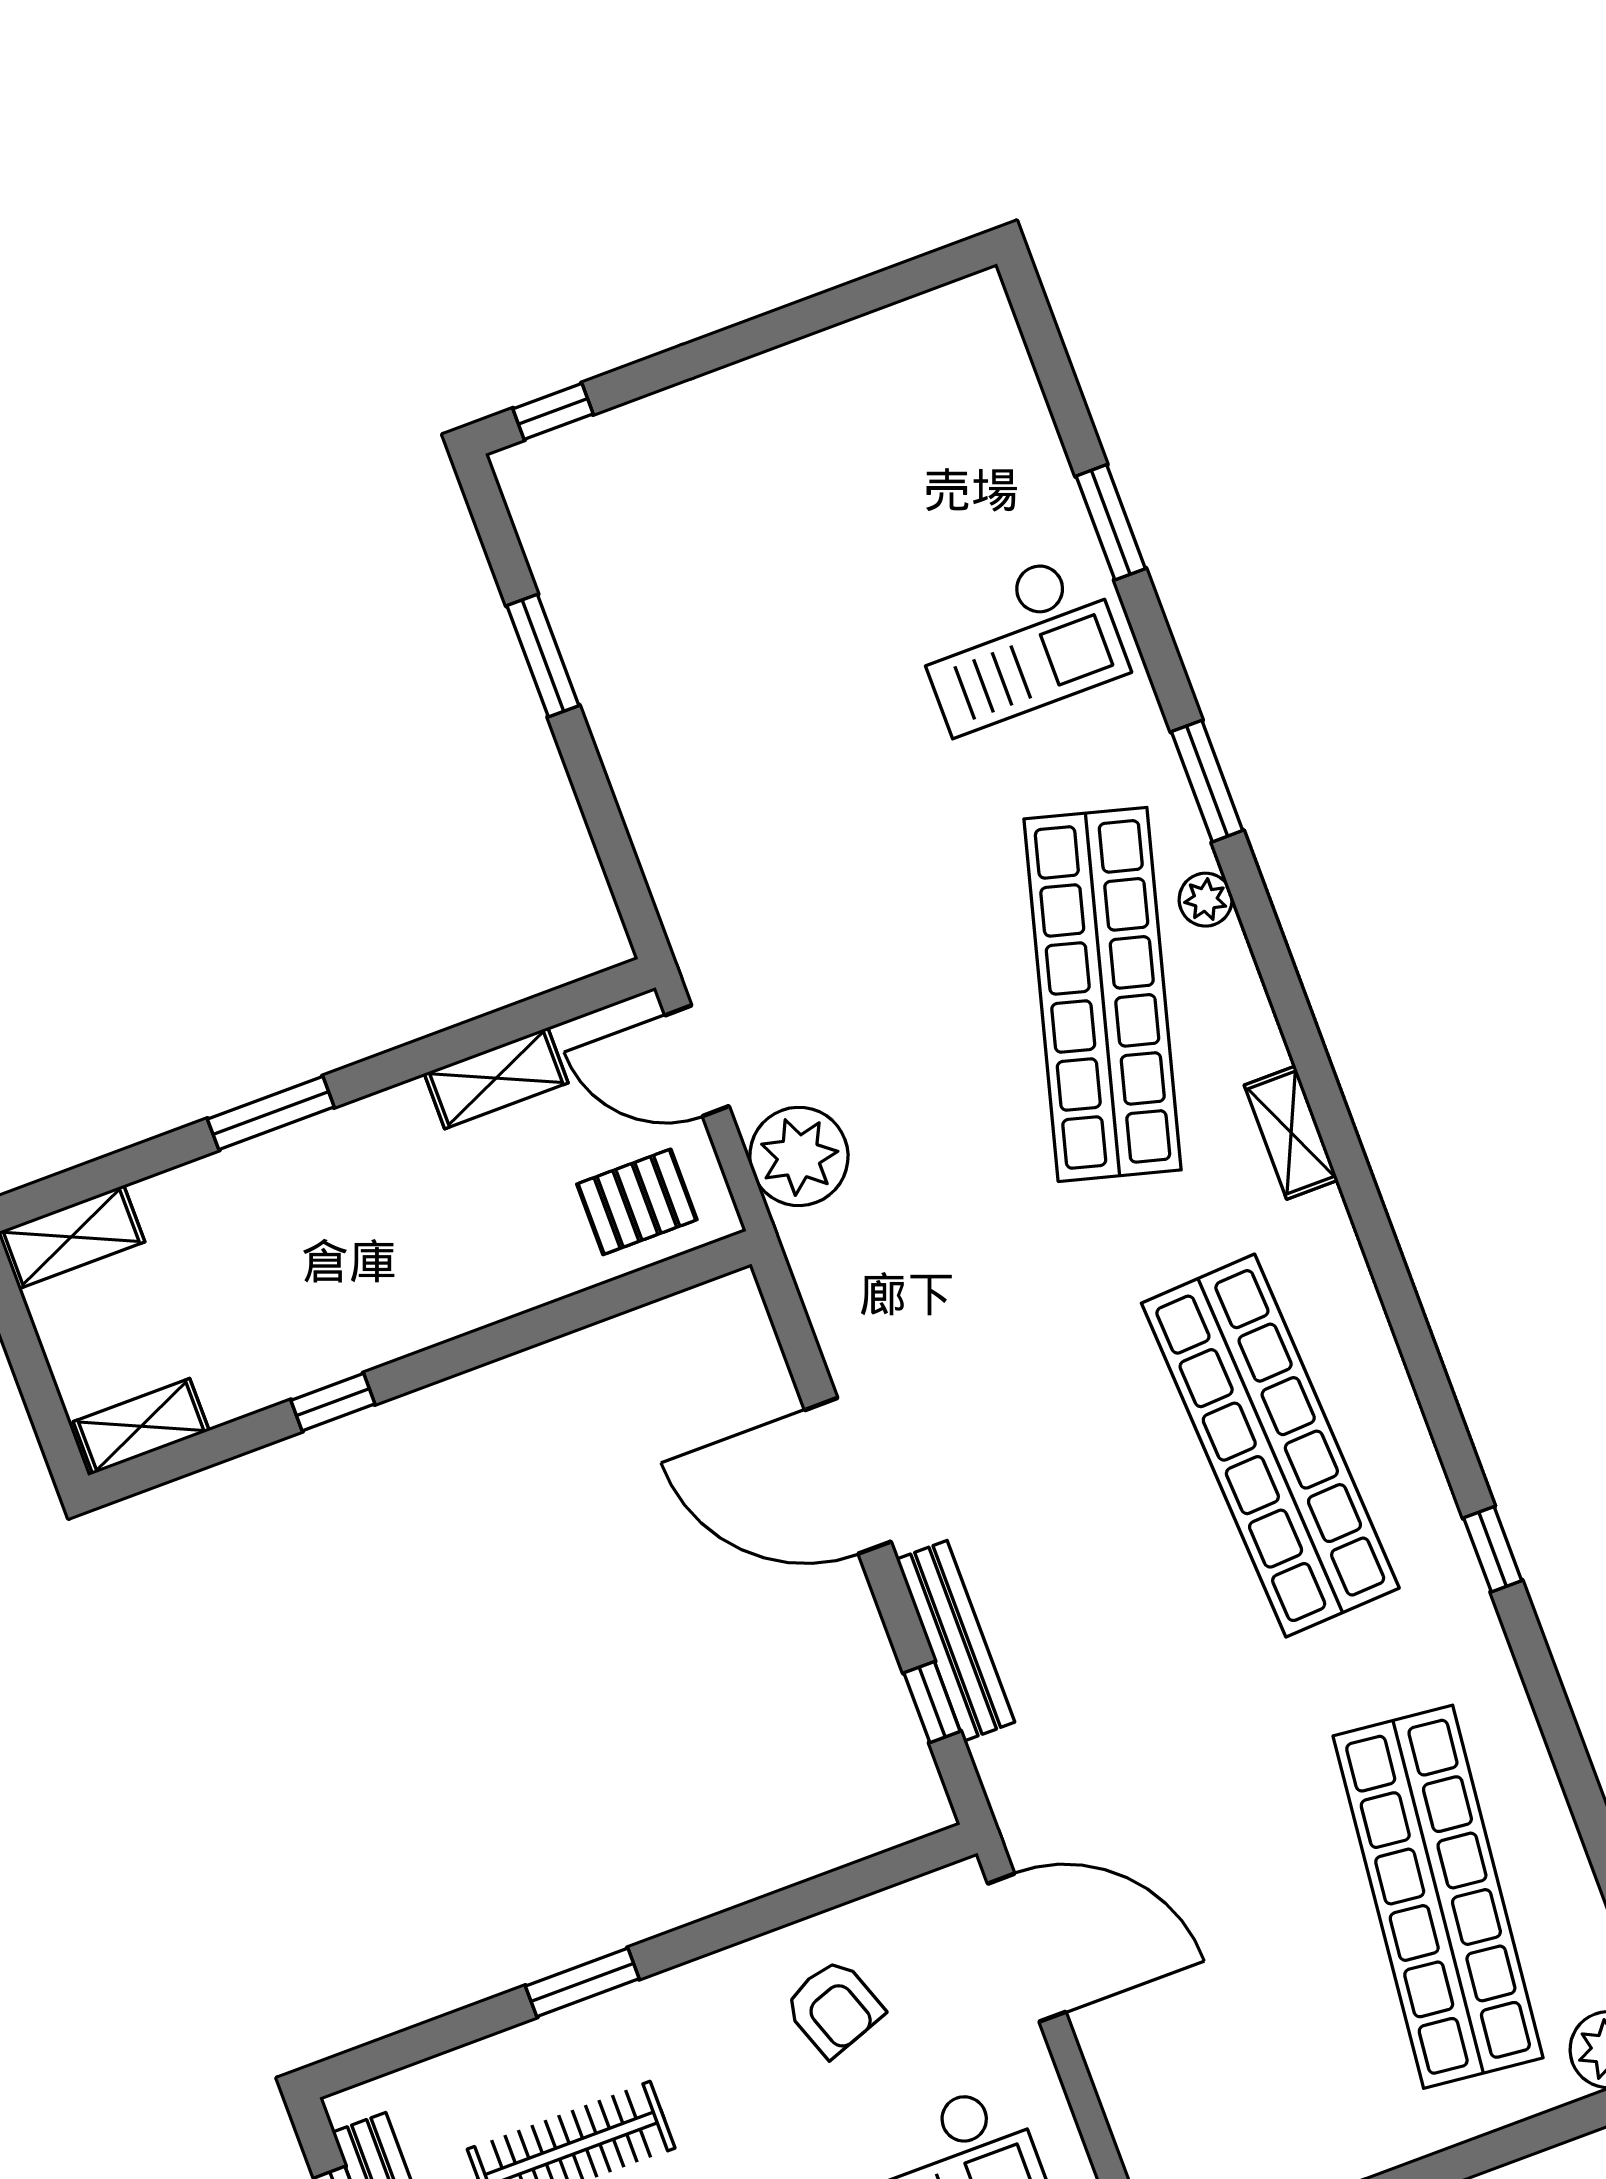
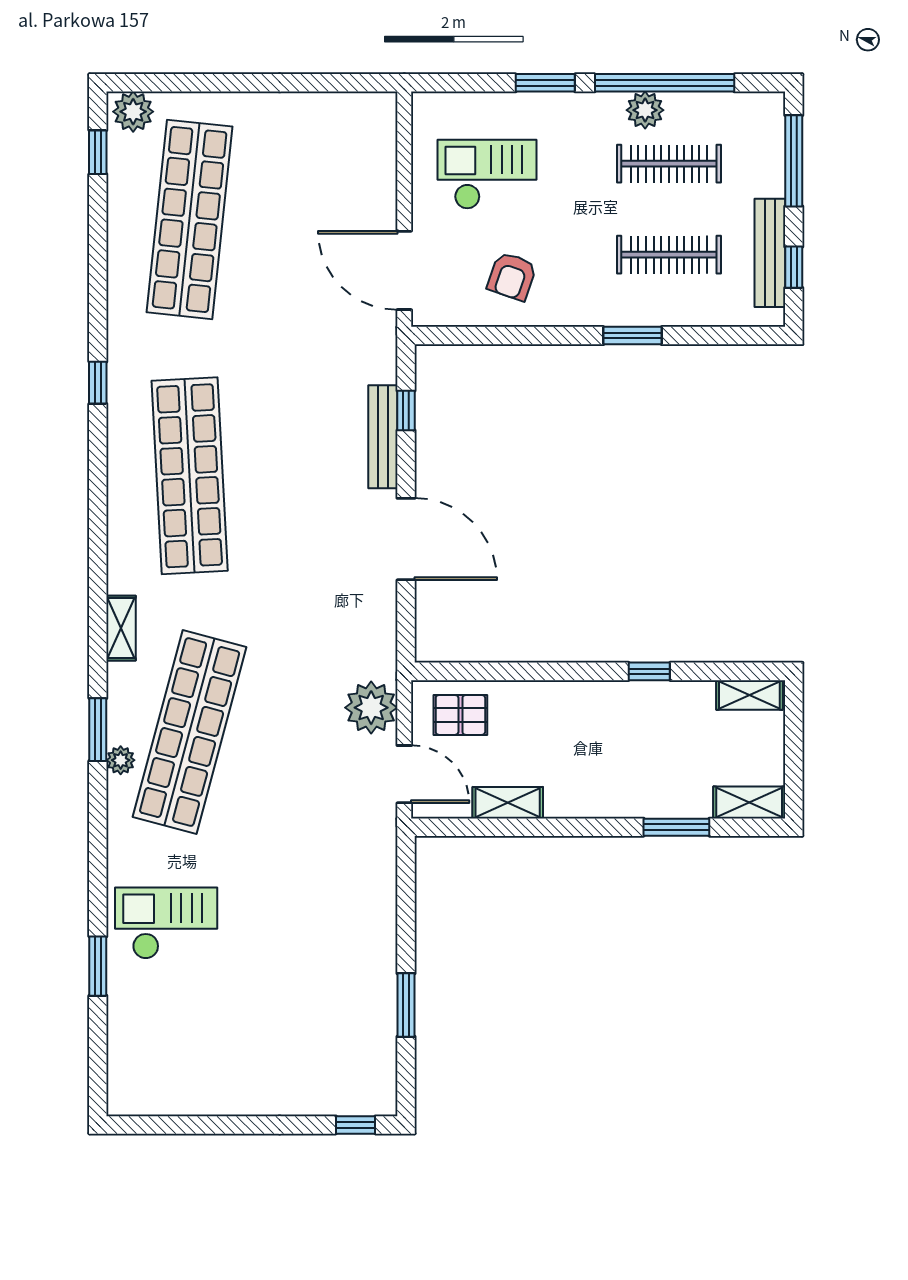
window: (1207, 781) -> (98, 730), moved
window: (271, 1113) -> (676, 827), moved
armchair: (834, 2008) -> (512, 276), turned -141

